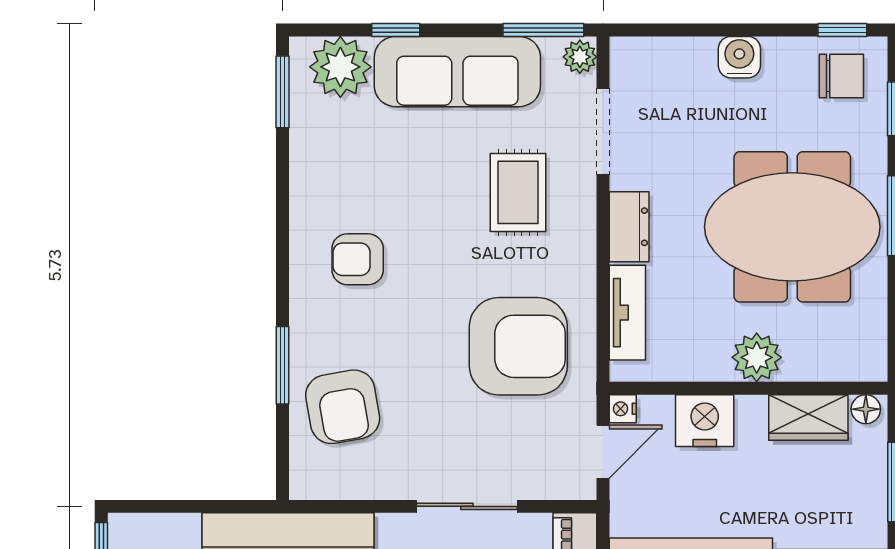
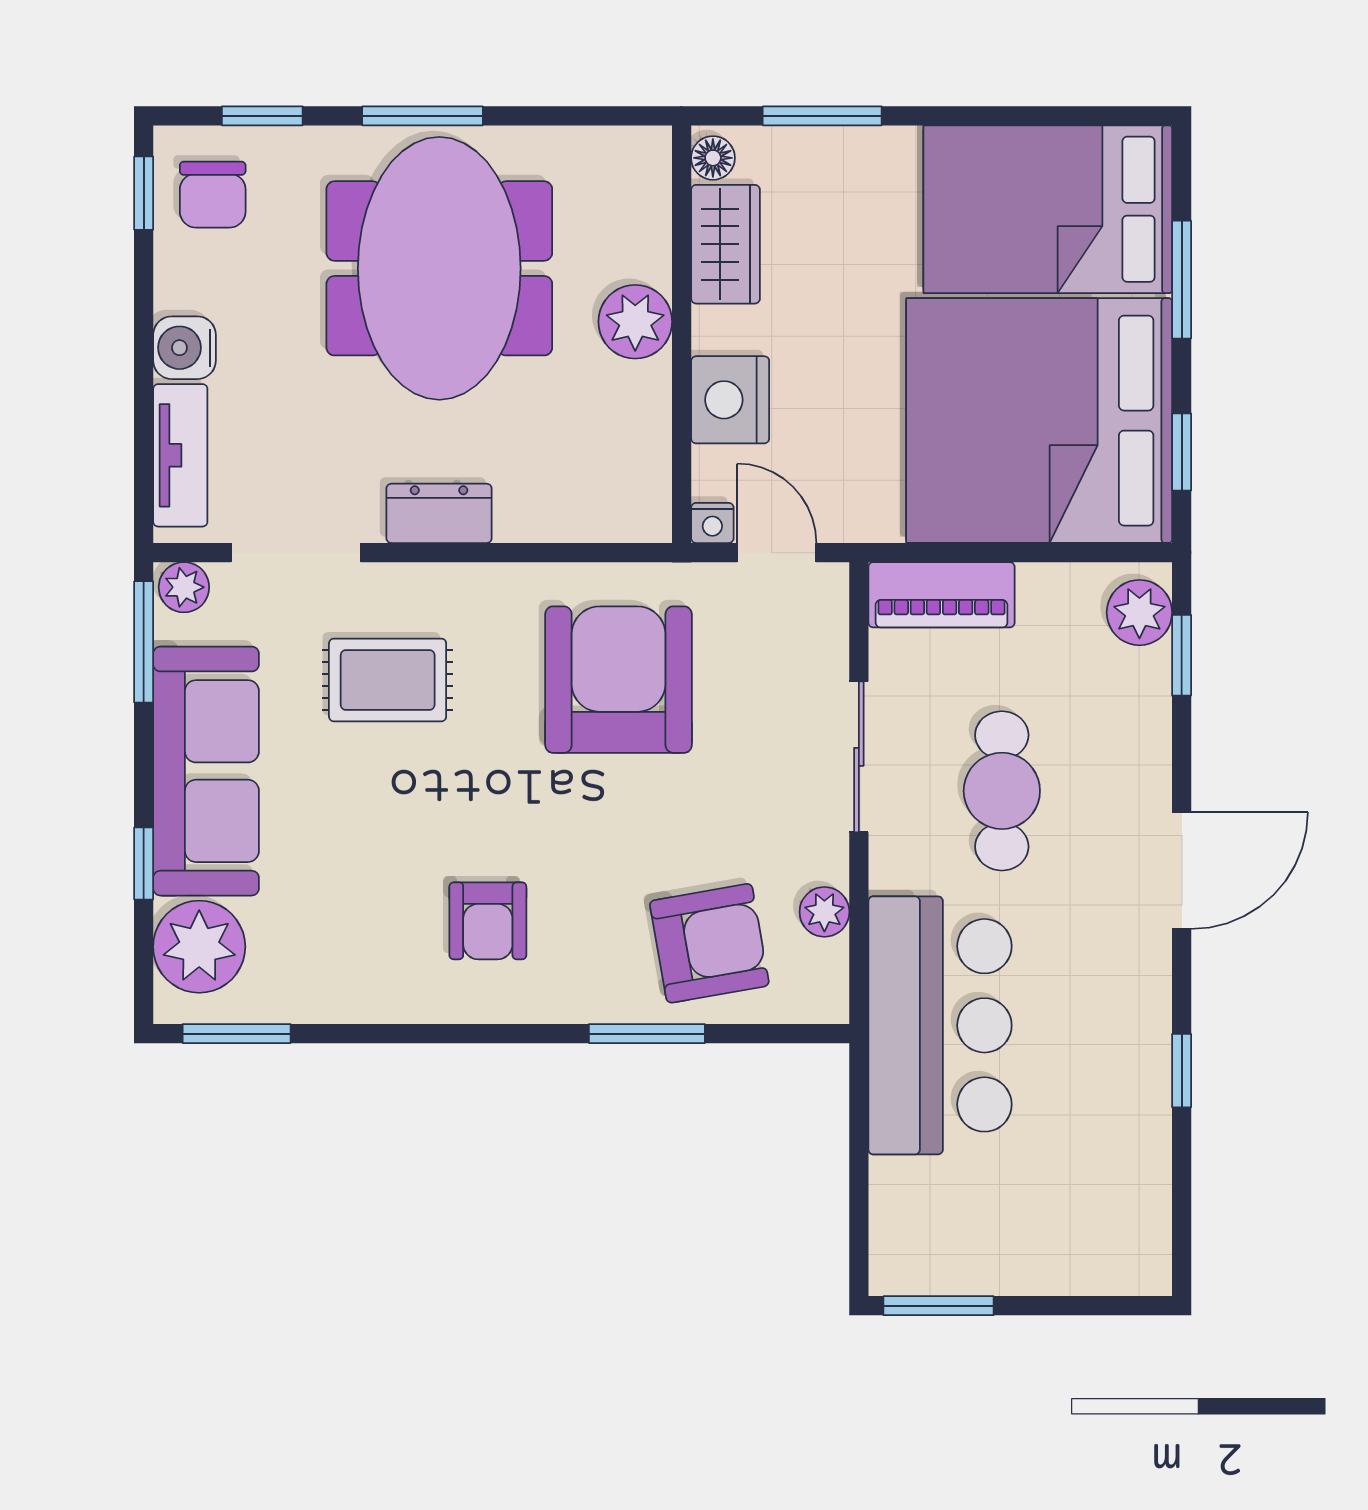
chair: (841, 76) -> (213, 195), turned 180
tv unit: (627, 313) -> (180, 455), moved, turned 90
plant: (364, 483) -> (824, 912), added

